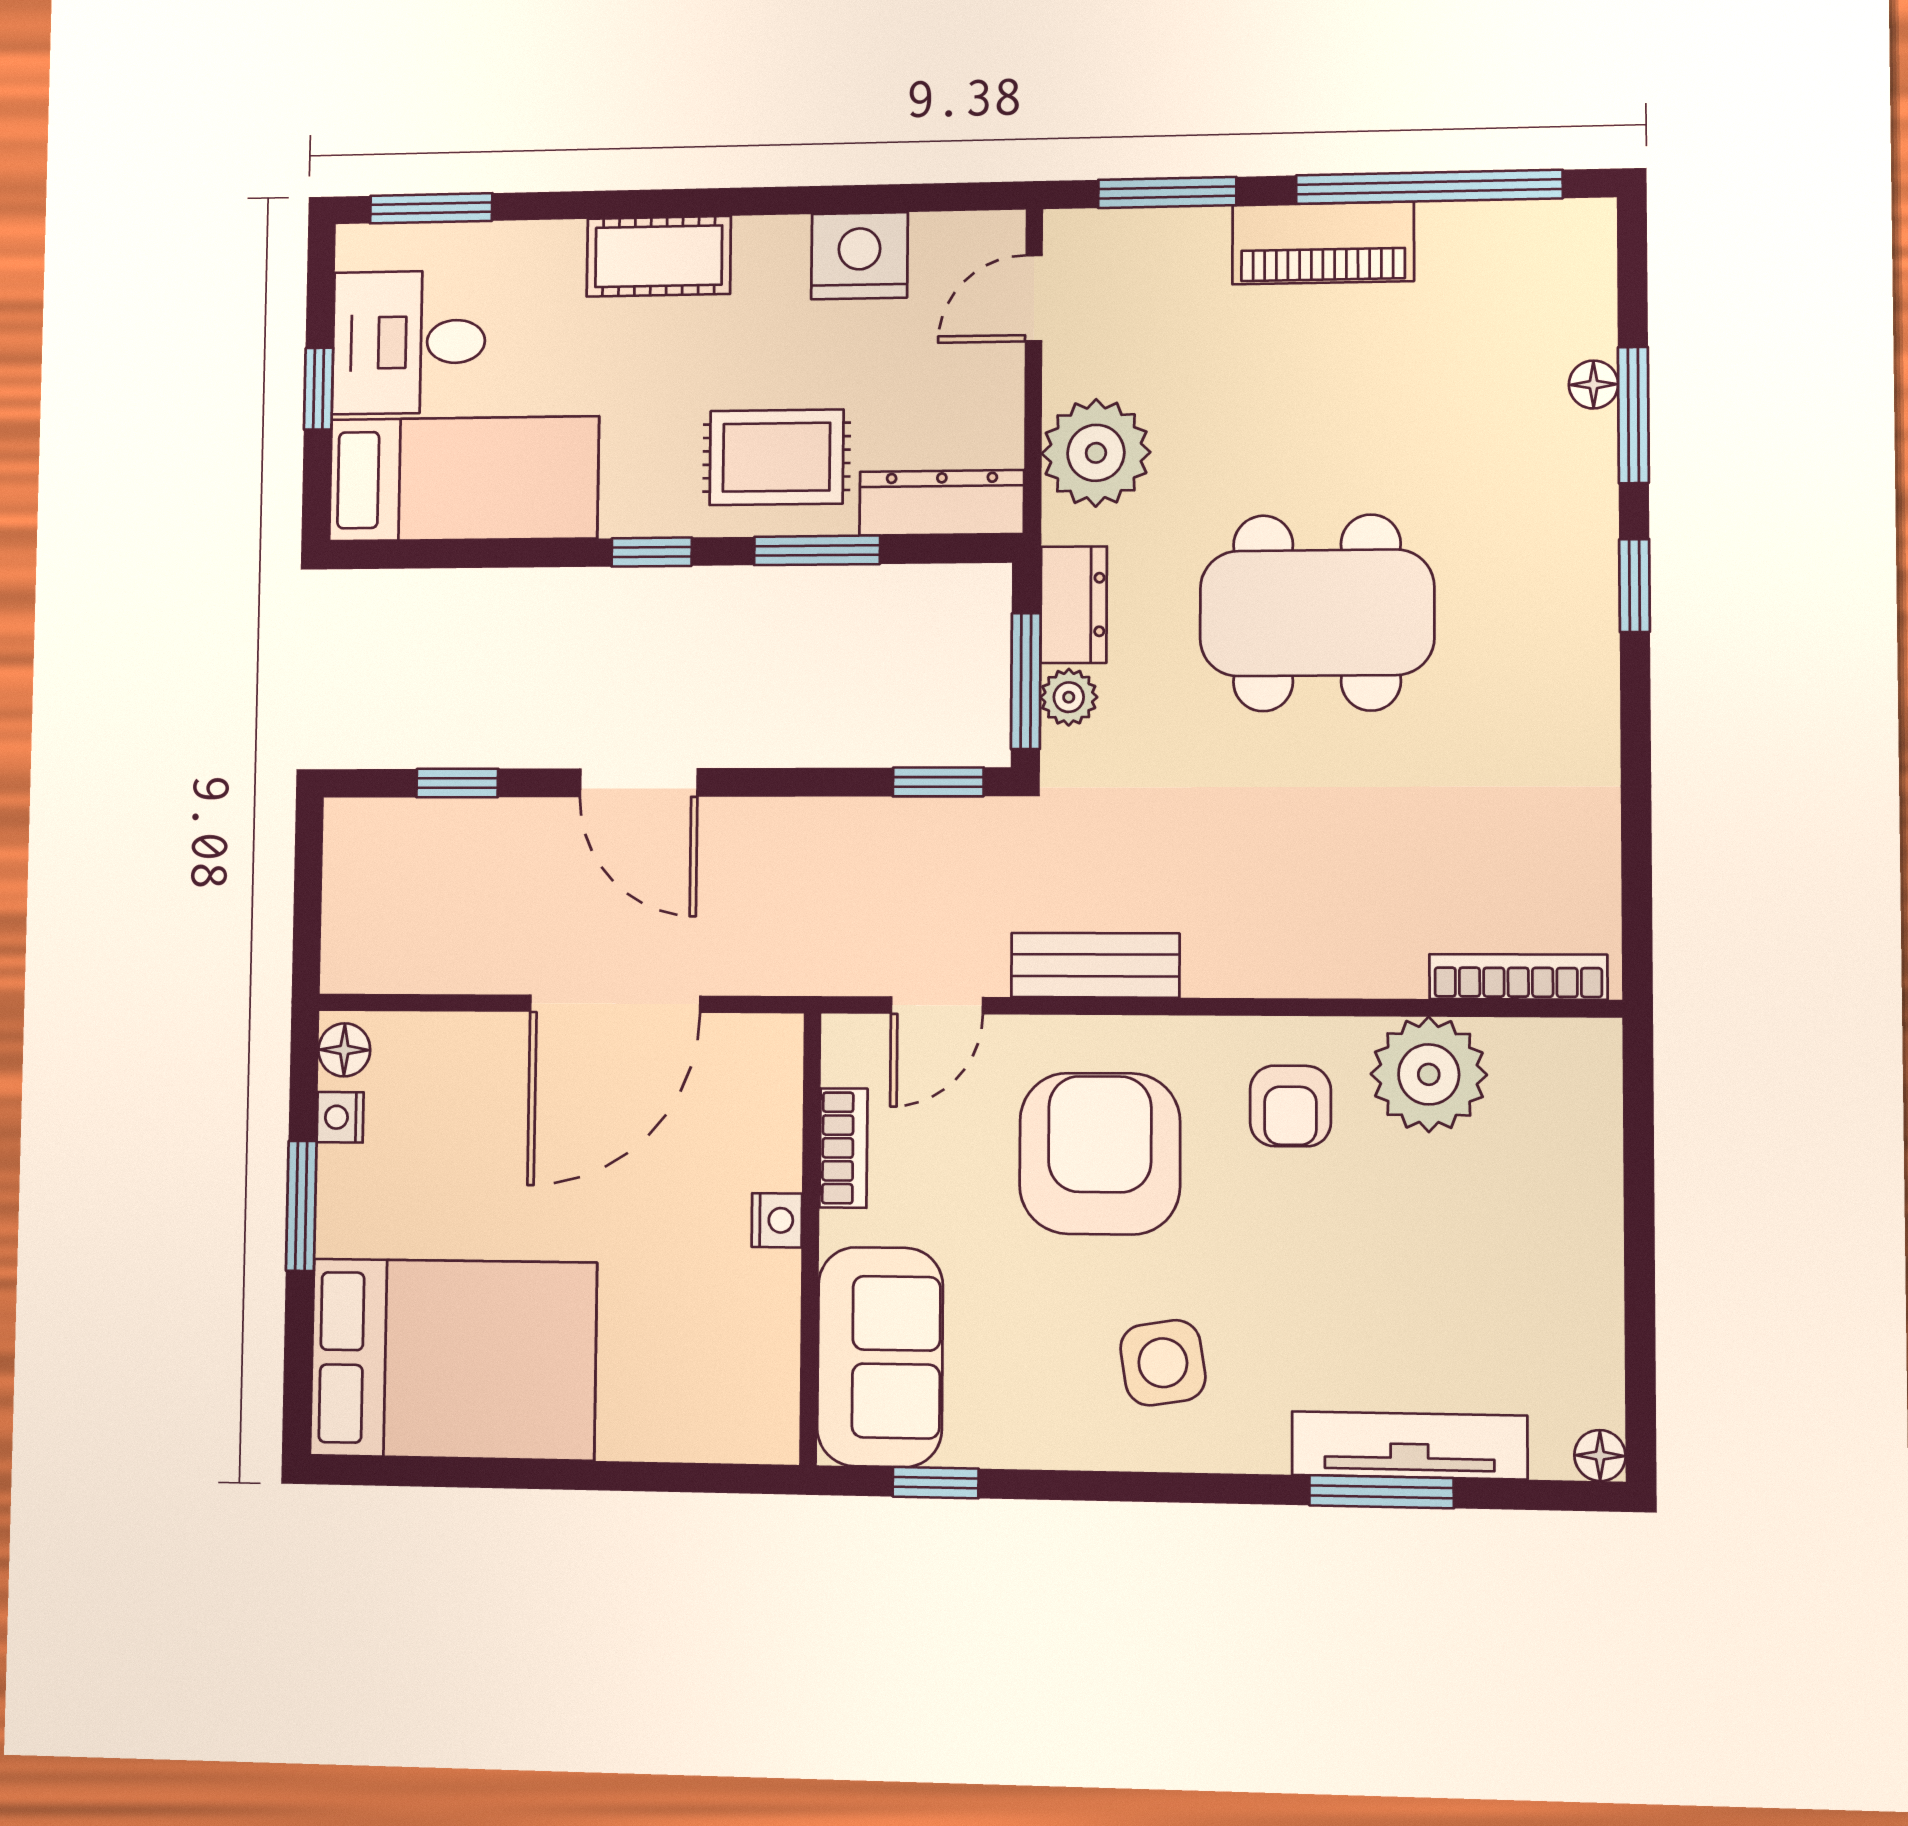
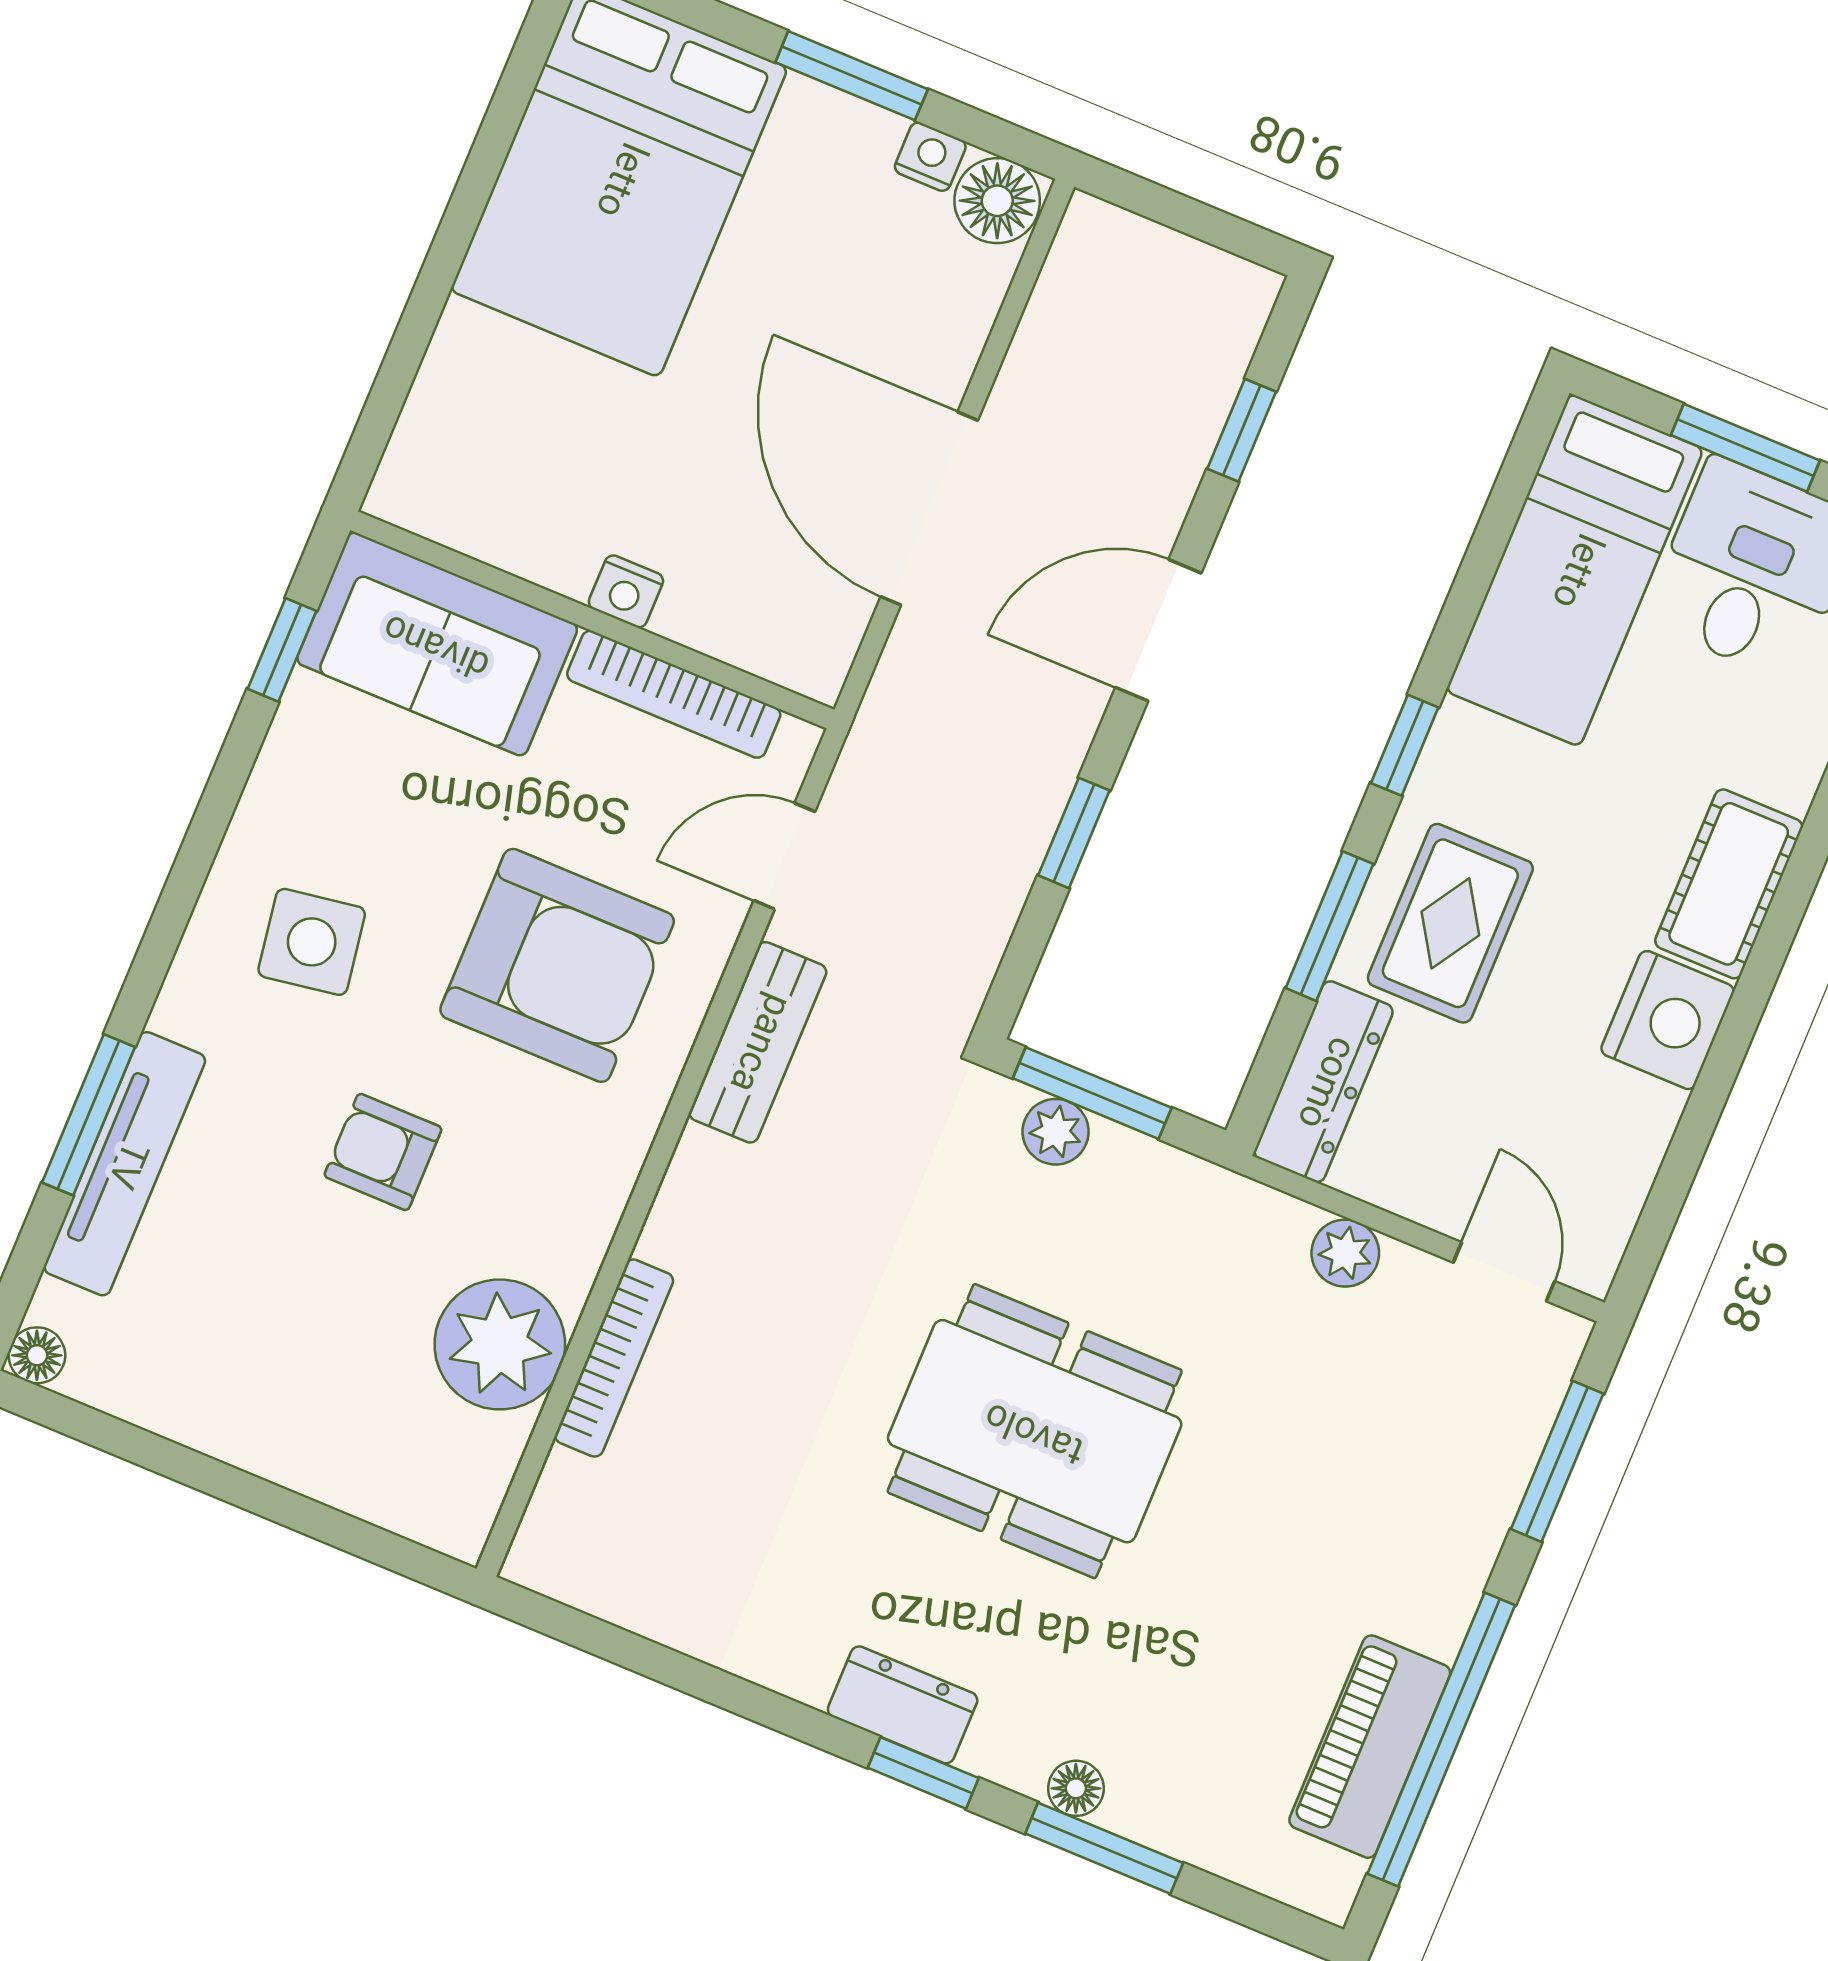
piano: (1323, 243) -> (1370, 1747), moved
nightstand: (859, 256) -> (1668, 1020), moved
floor lamp: (1593, 385) -> (1076, 1788), moved
window: (319, 389) -> (1745, 448), width x1.50
plant: (1096, 453) -> (1345, 1253), width x0.53, depth x0.53
dresser: (1074, 605) -> (903, 1705), moved, turned 180
dining table: (1317, 613) -> (1035, 1431), turned 90
window: (938, 782) -> (1074, 833), moved
bookcase: (1518, 977) -> (614, 1358), moved
door: (937, 1005) -> (785, 856), hinge flipped
floor lamp: (344, 1050) -> (997, 201), width x1.37, depth x1.37
armchair: (1290, 1106) -> (383, 1152), moved
bookcase: (843, 1148) -> (674, 694), width x1.56

